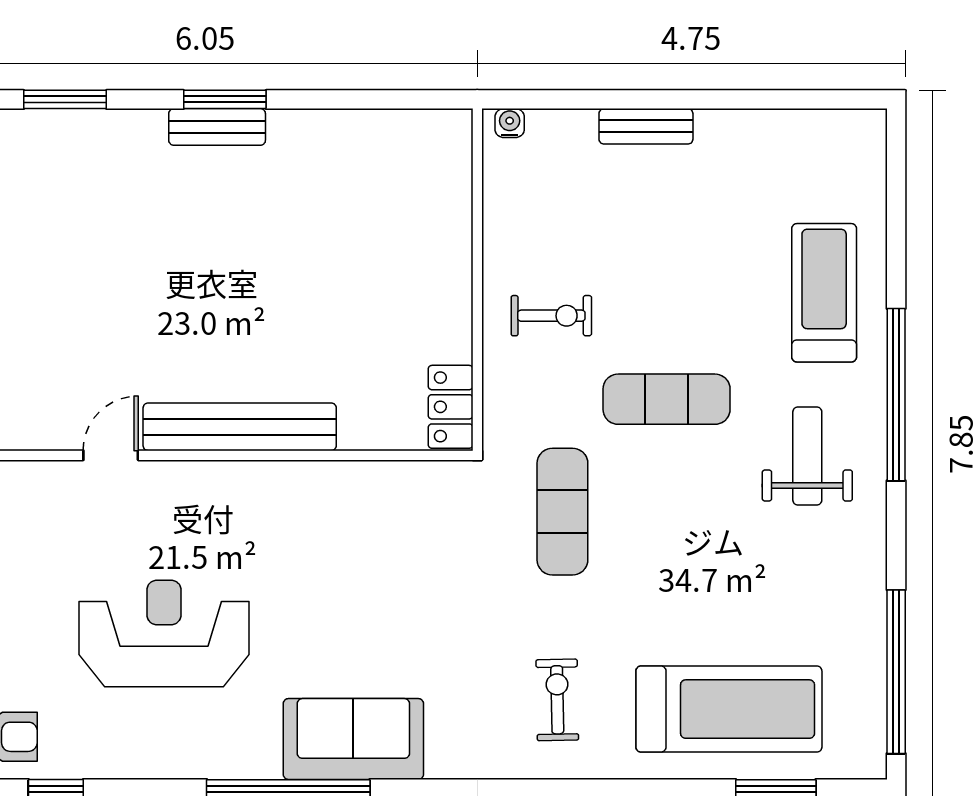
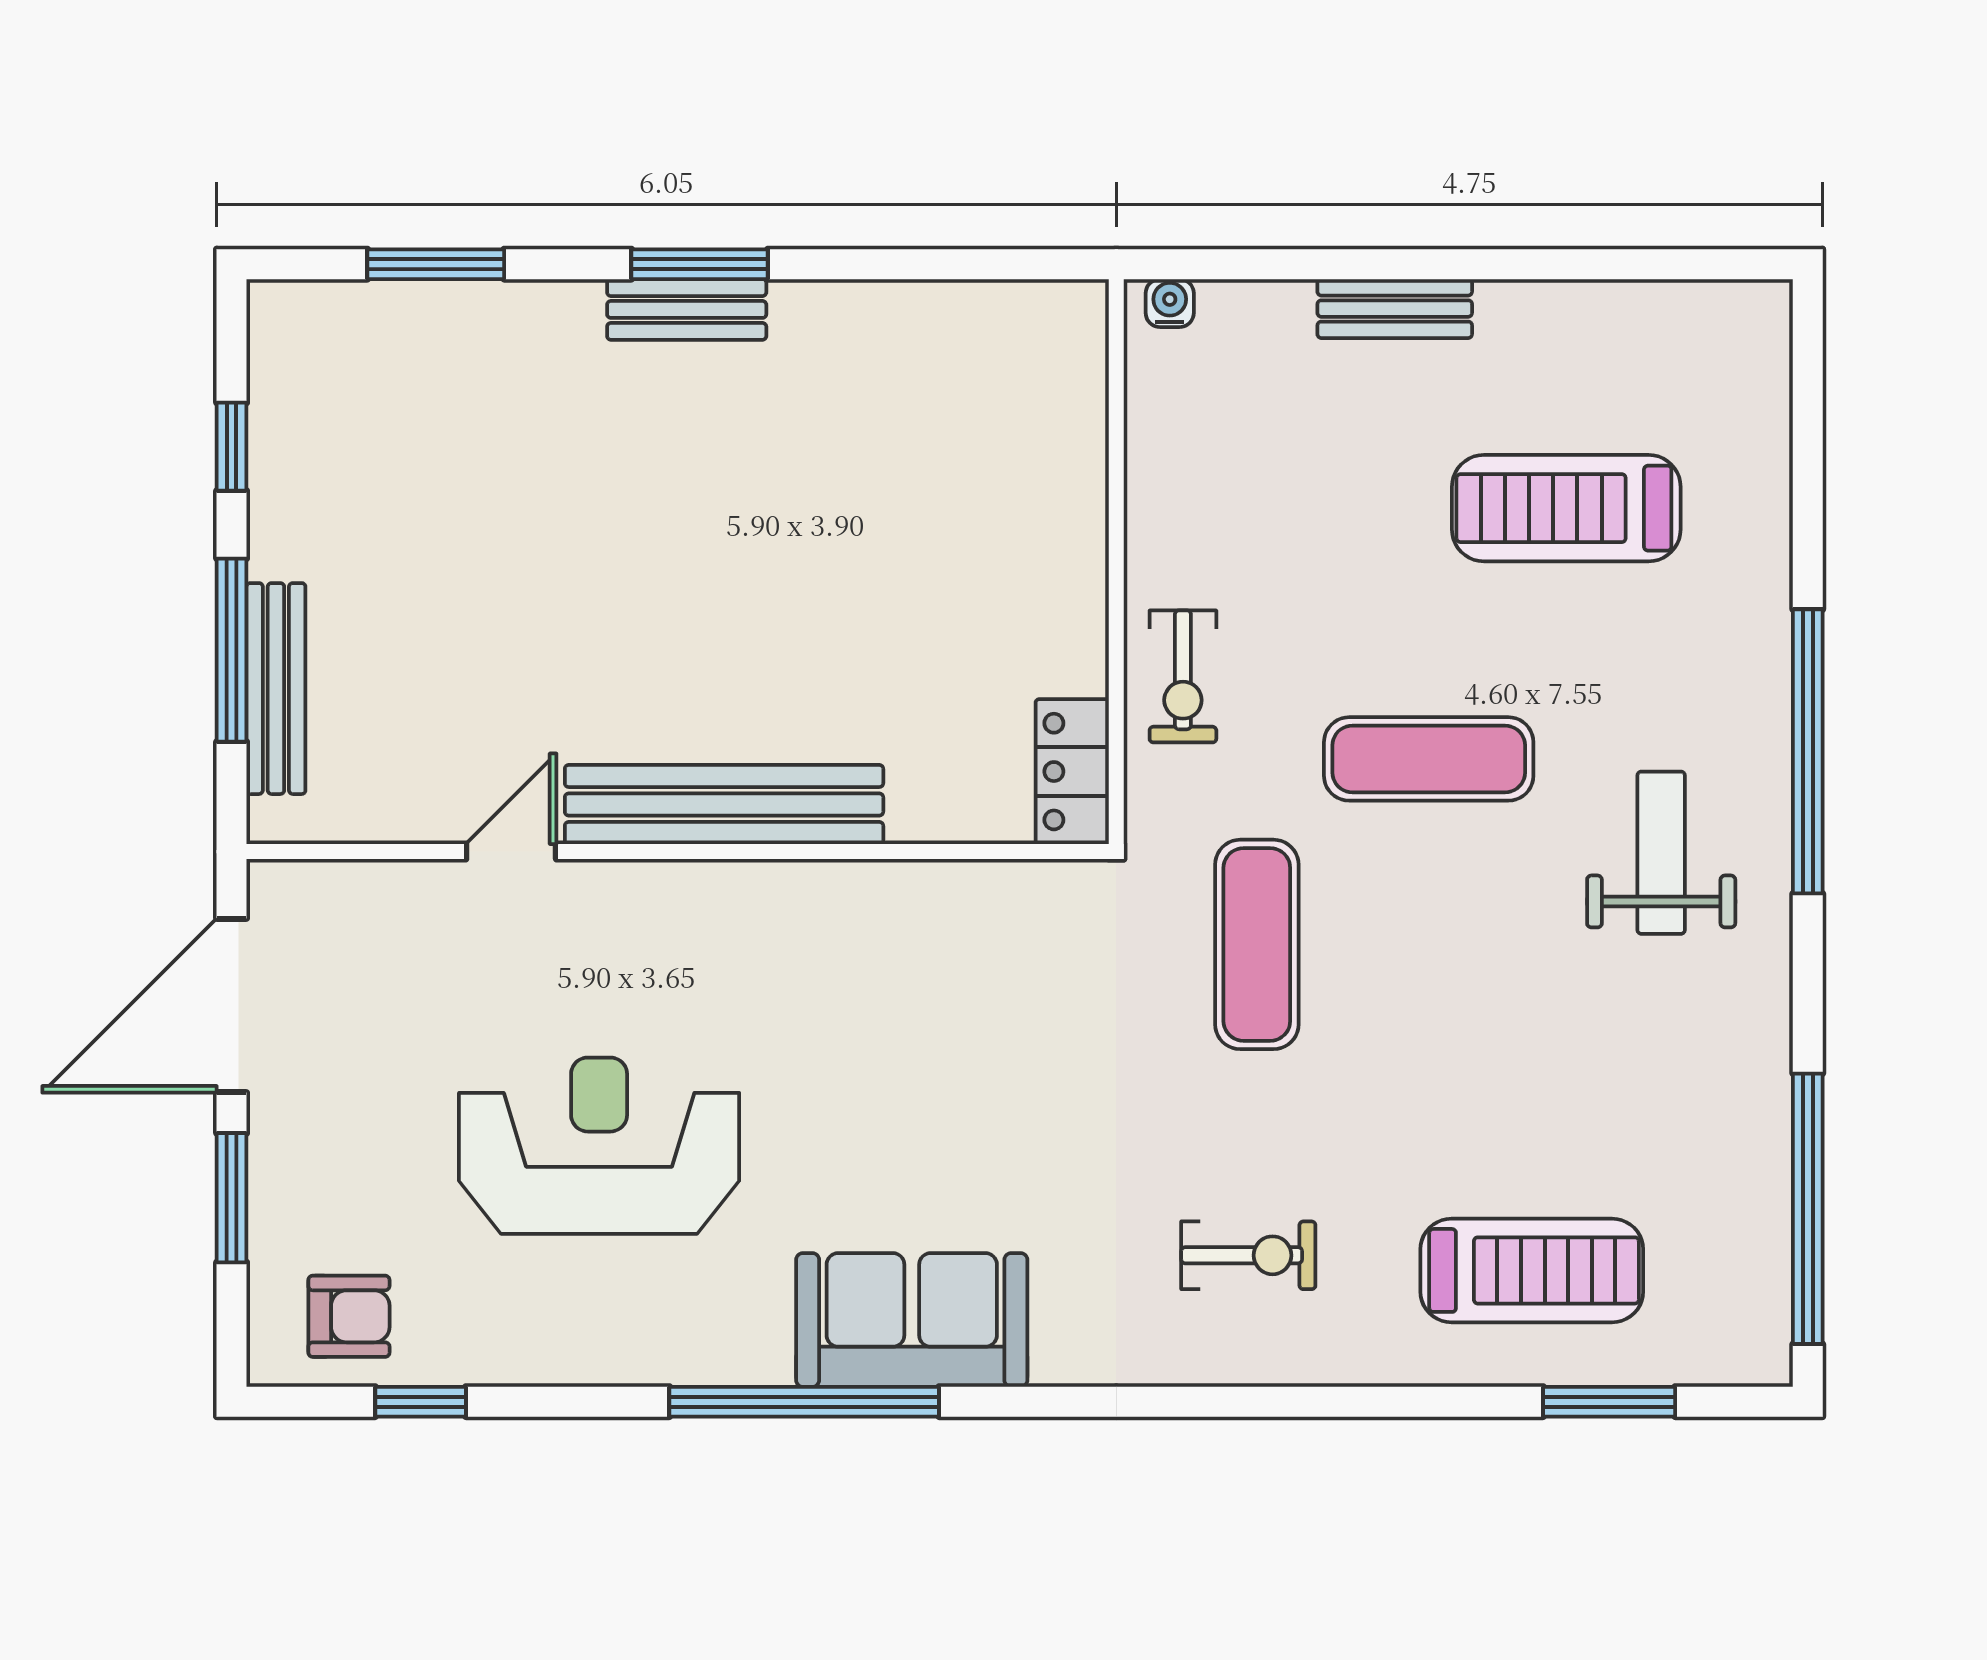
treadmill: (824, 293) -> (1566, 508), moved, turned -90
exercise bike: (551, 316) -> (1183, 676), moved, turned 90
exercise bike: (557, 700) -> (1248, 1255), turned 91
treadmill: (729, 709) -> (1532, 1270), width x0.73, depth x0.73

